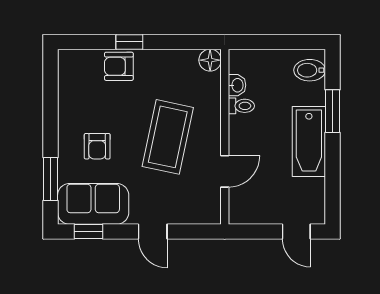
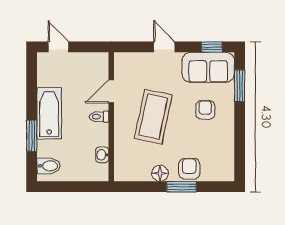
window: (129, 42) -> (181, 187), width x1.50
floor lamp: (210, 60) -> (160, 173), moved
armchair: (119, 66) -> (189, 169), turned -90
toilet: (241, 106) -> (99, 117), moved

